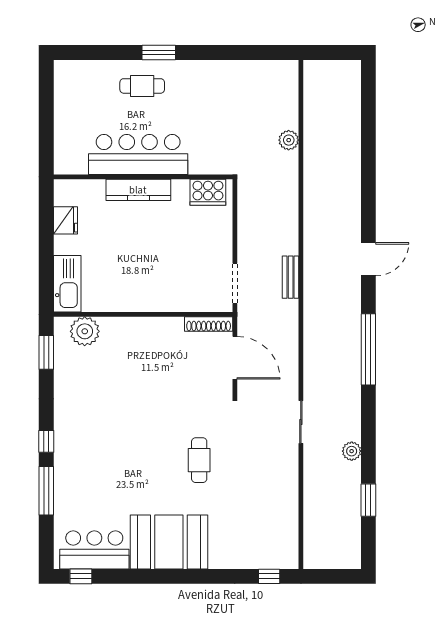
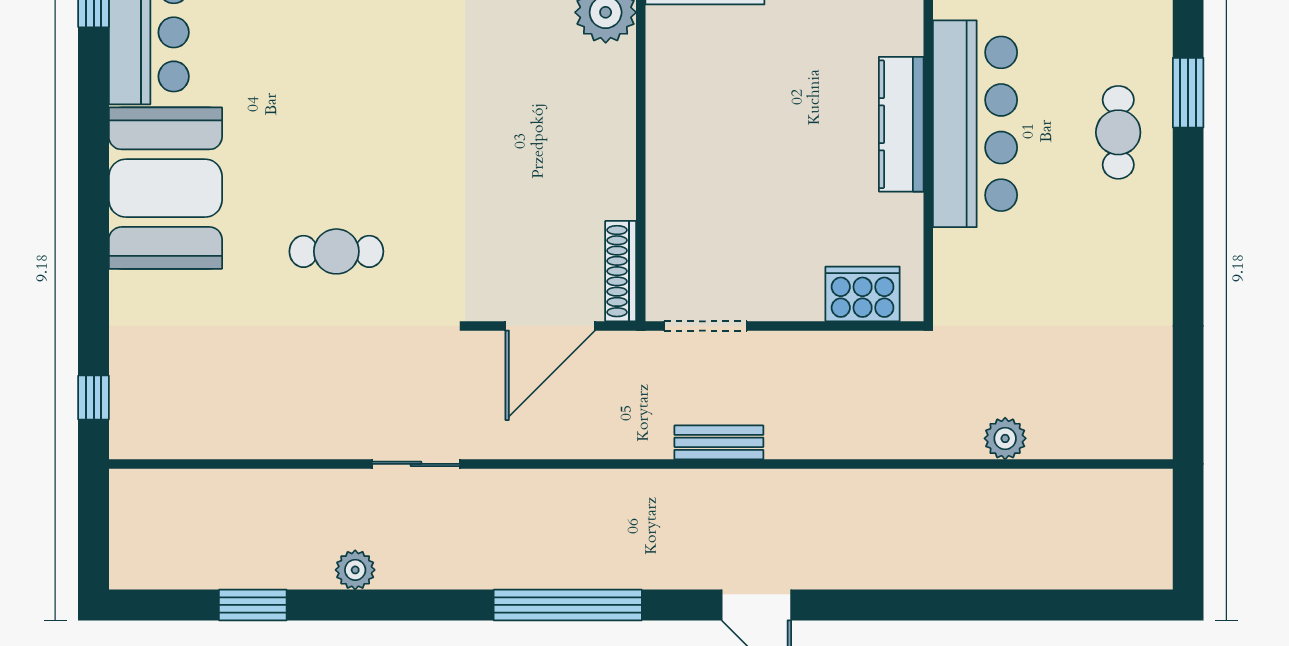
window: (159, 52) -> (1188, 93), moved
cooker: (208, 192) -> (863, 294), moved, turned 90

